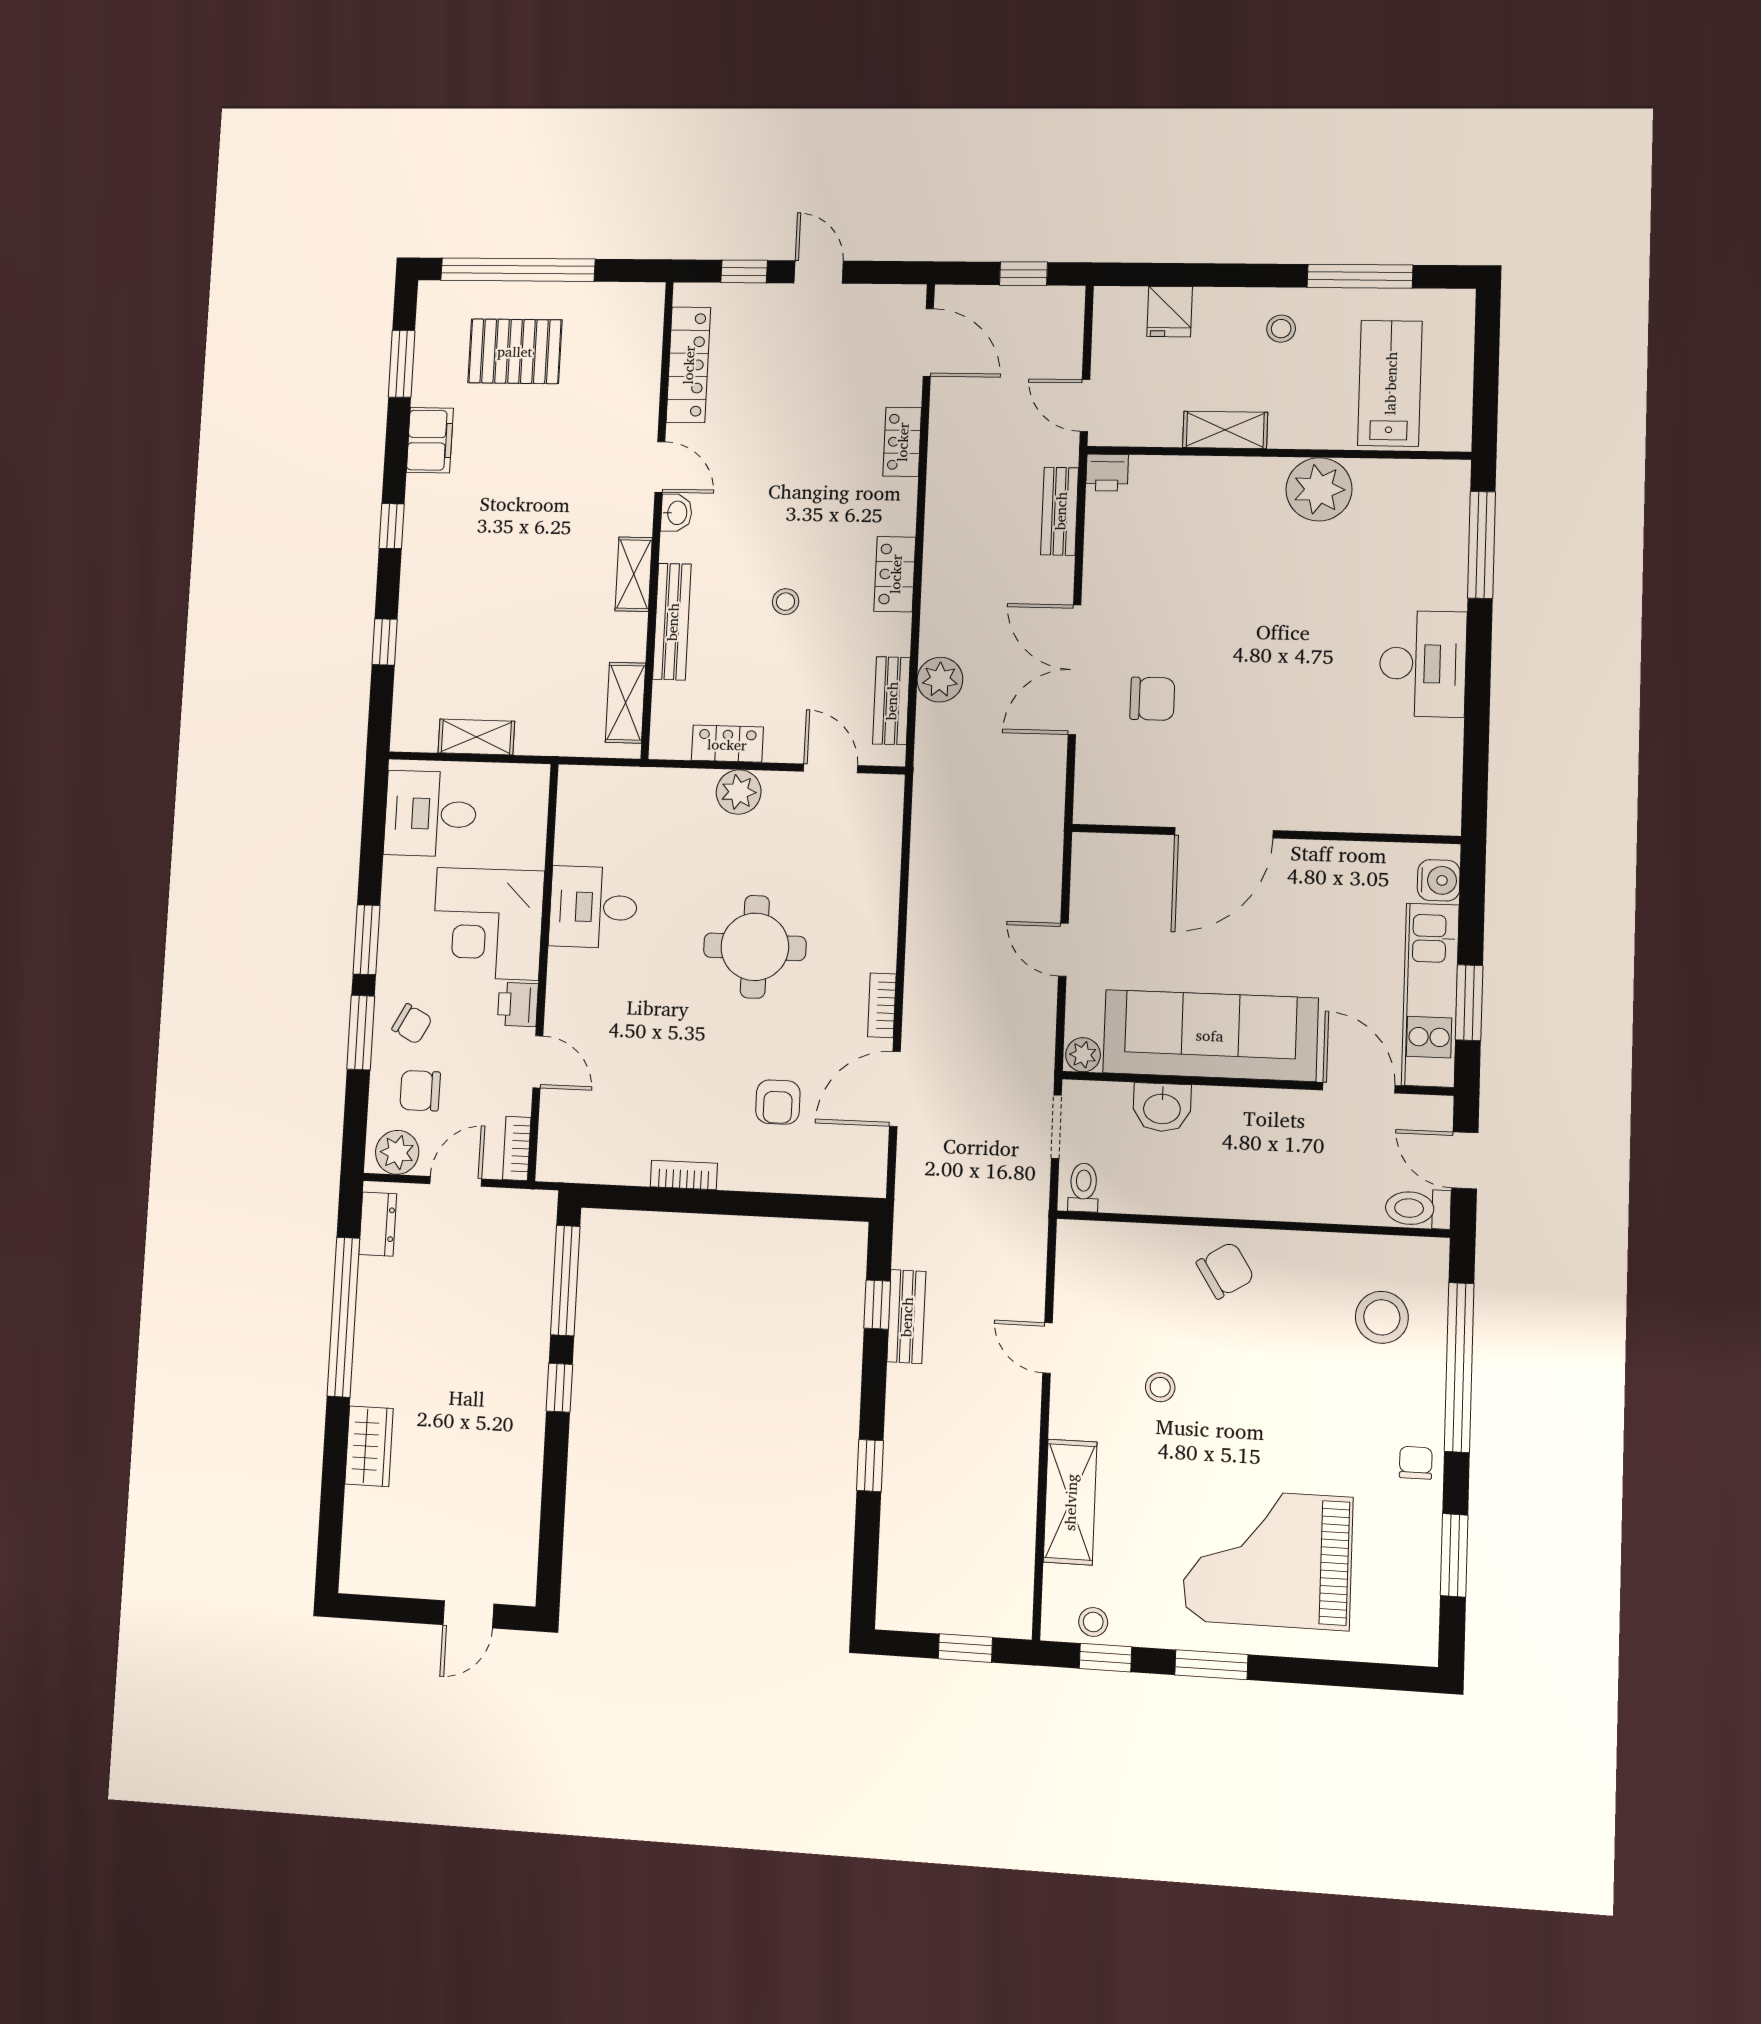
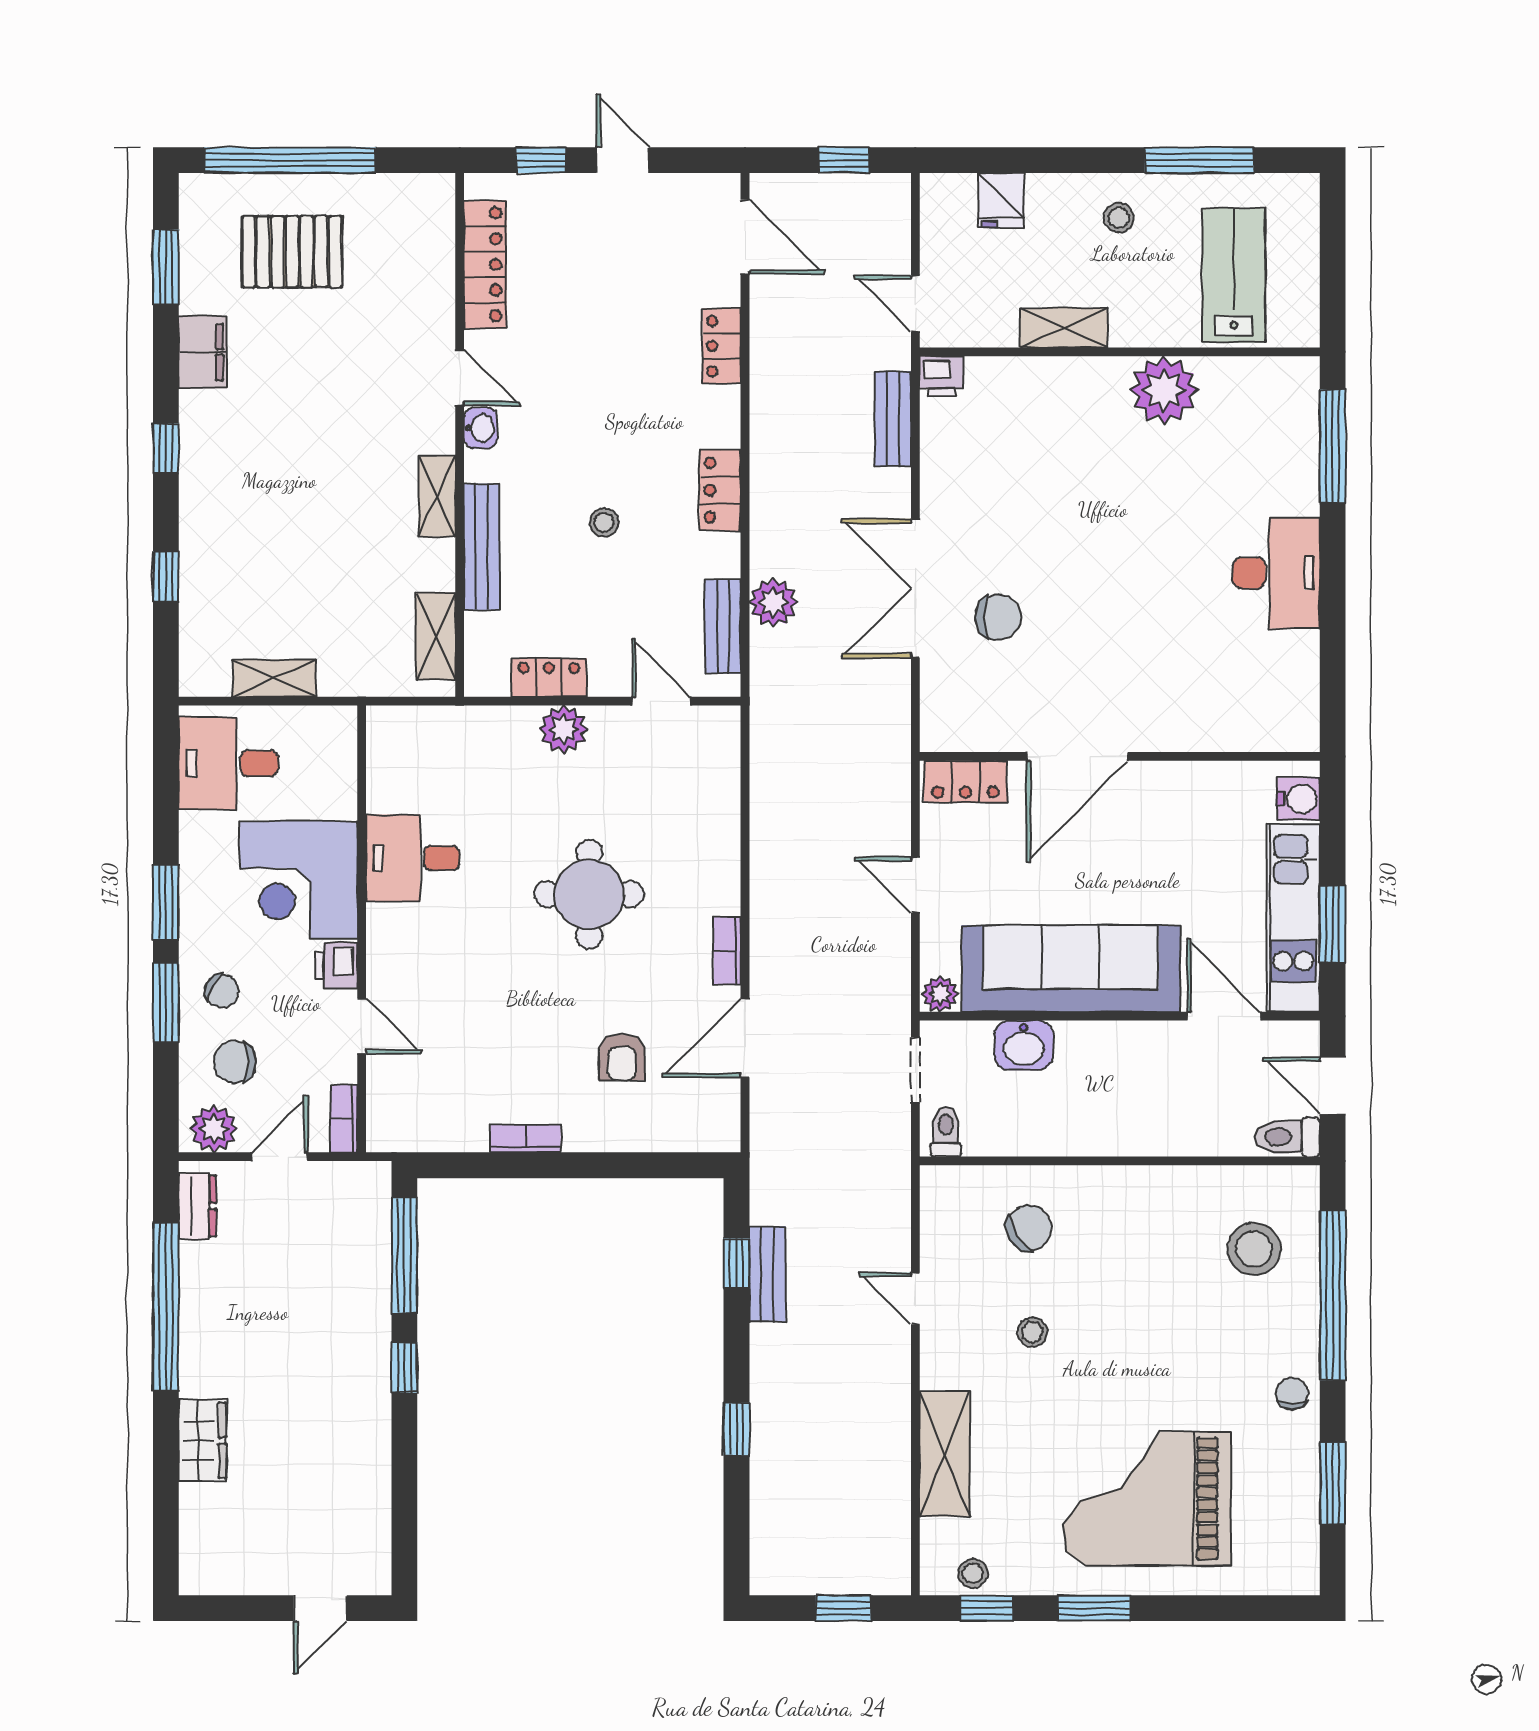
locker: (1115, 853) -> (965, 782), added
chair: (1225, 1270) -> (1029, 1228), moved

